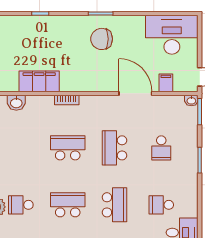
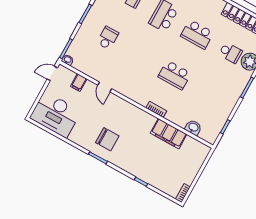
door: (135, 93) -> (105, 87), width x0.53
school desk: (114, 148) -> (141, 56), removed

